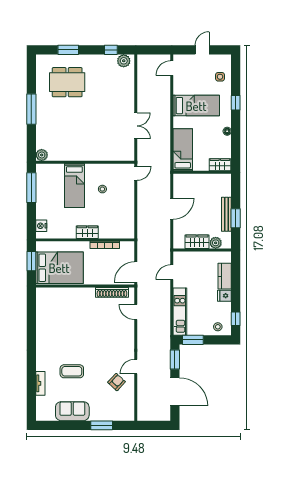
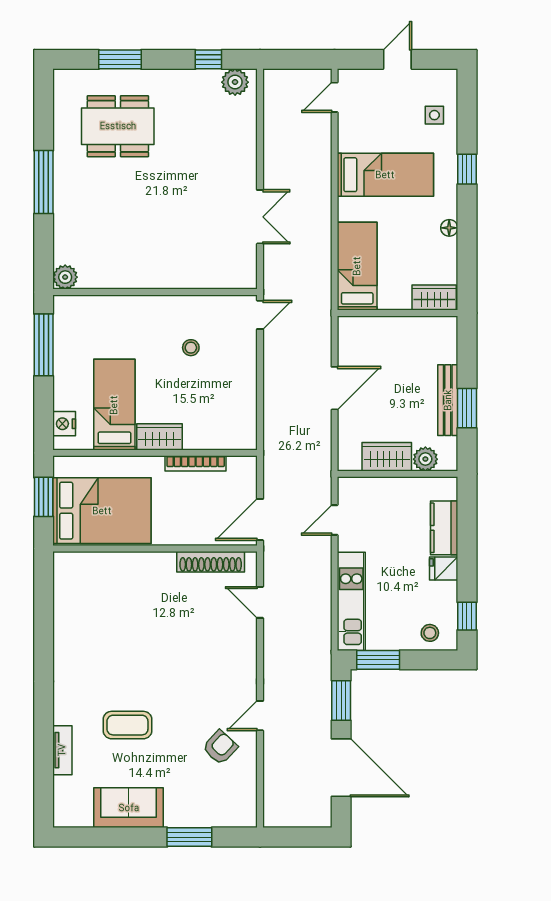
bed: (74, 186) -> (114, 405), moved, turned 180

